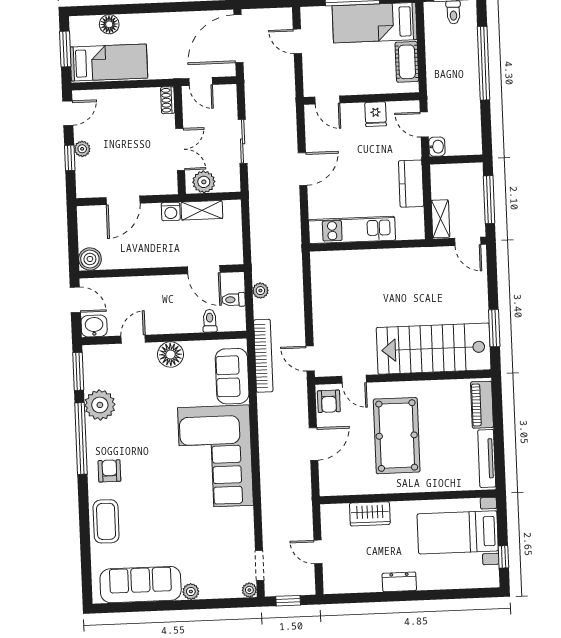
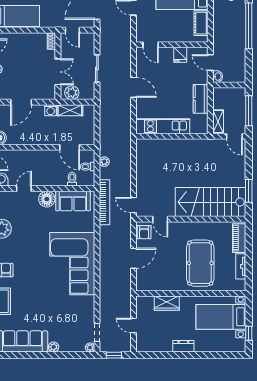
door: (303, 169) -> (134, 87), hinge flipped
sofa: (232, 376) -> (73, 201), moved, turned -90
pool table: (397, 436) -> (200, 263), moved
tv unit: (487, 458) -> (241, 266), width x0.71

